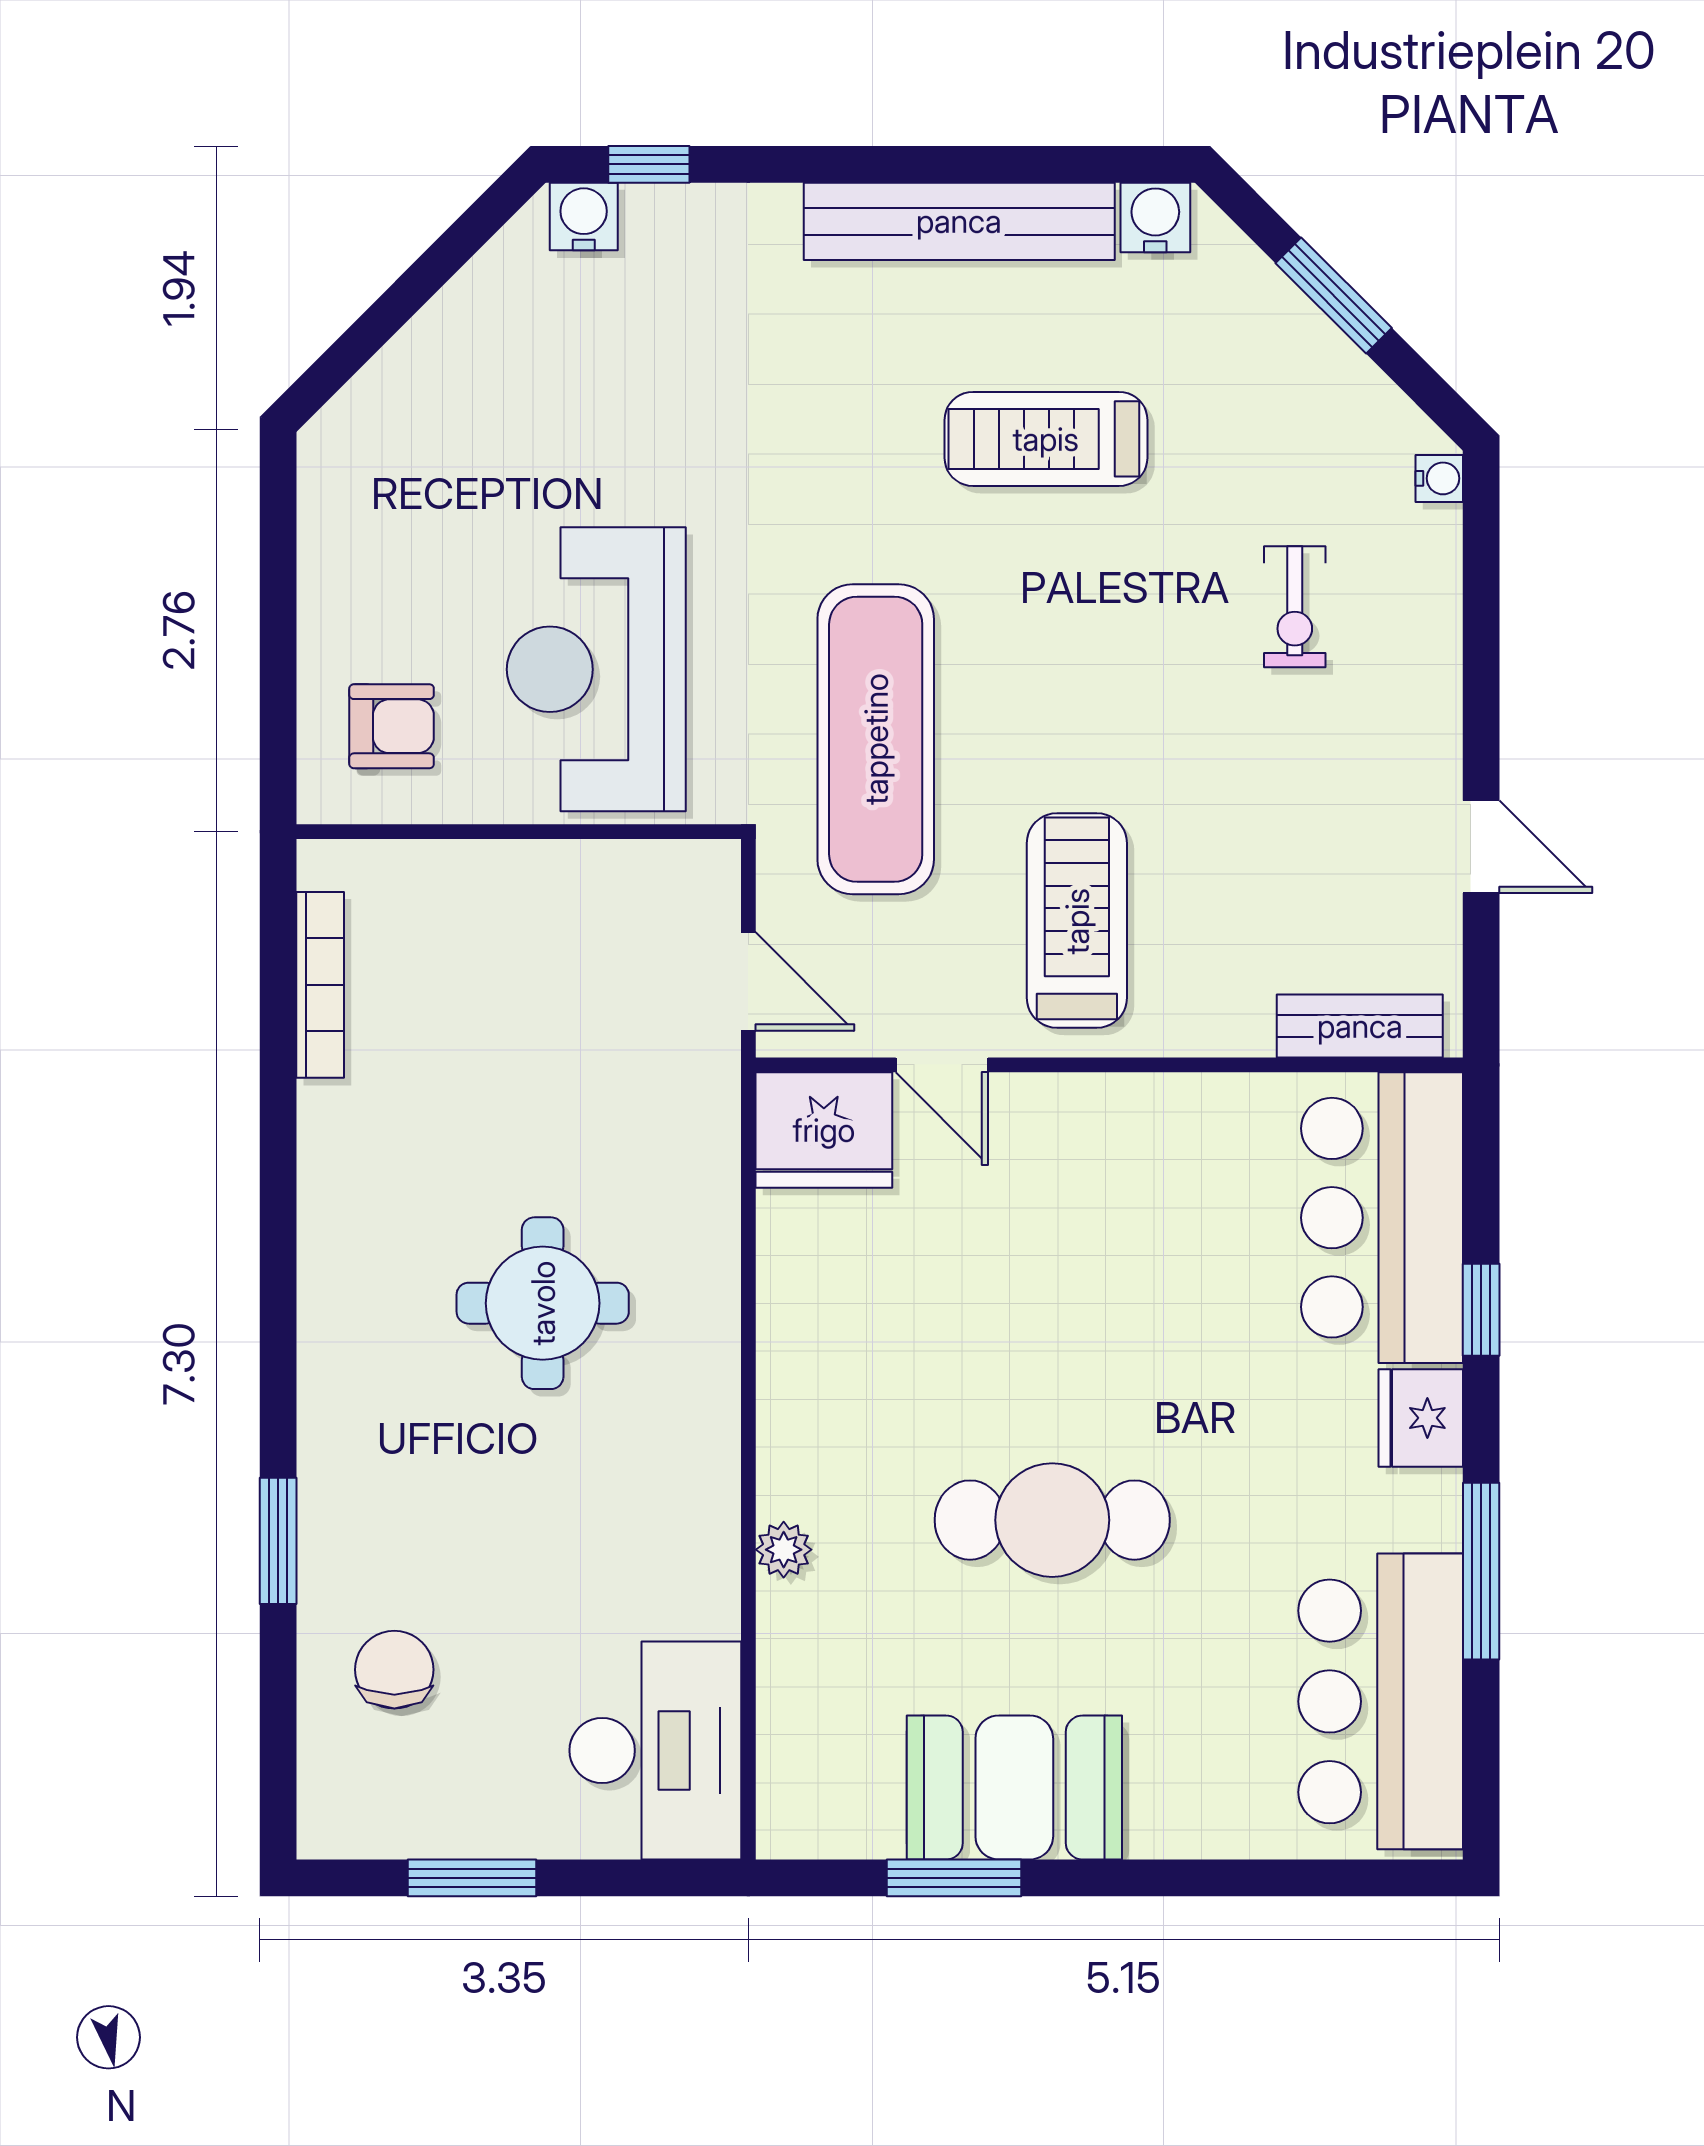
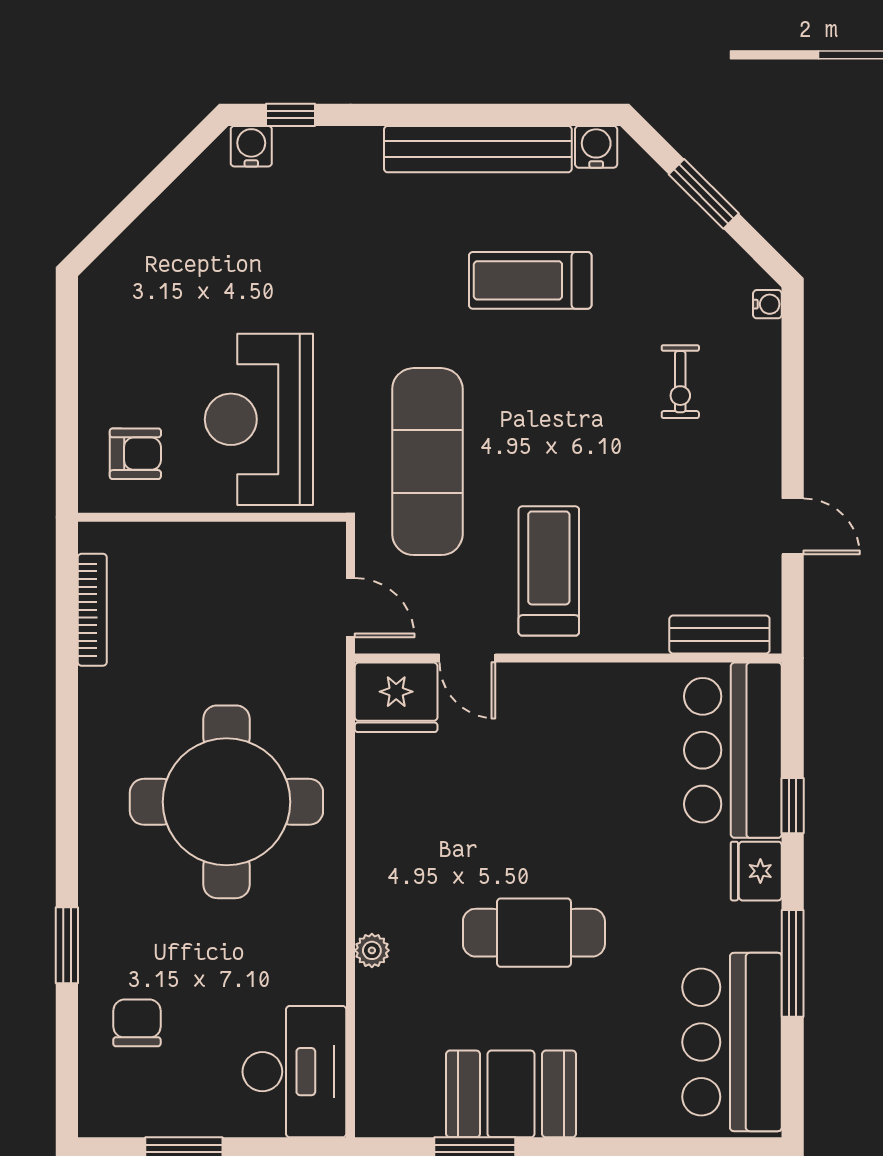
round table: (543, 1303) -> (226, 802), width x1.86, depth x1.86

